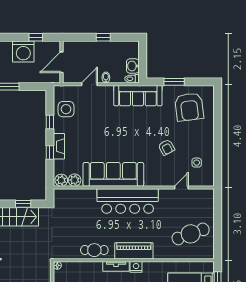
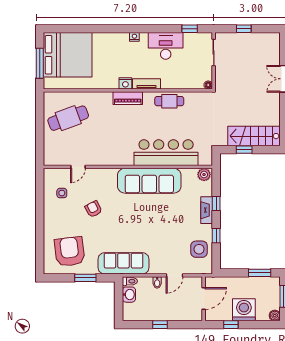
plant: (75, 180) -> (190, 175), removed
bar counter: (128, 201) -> (166, 153), moved
piano: (134, 251) -> (128, 98), width x0.73, depth x0.75

